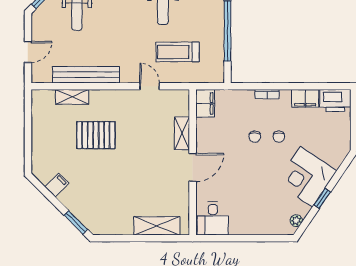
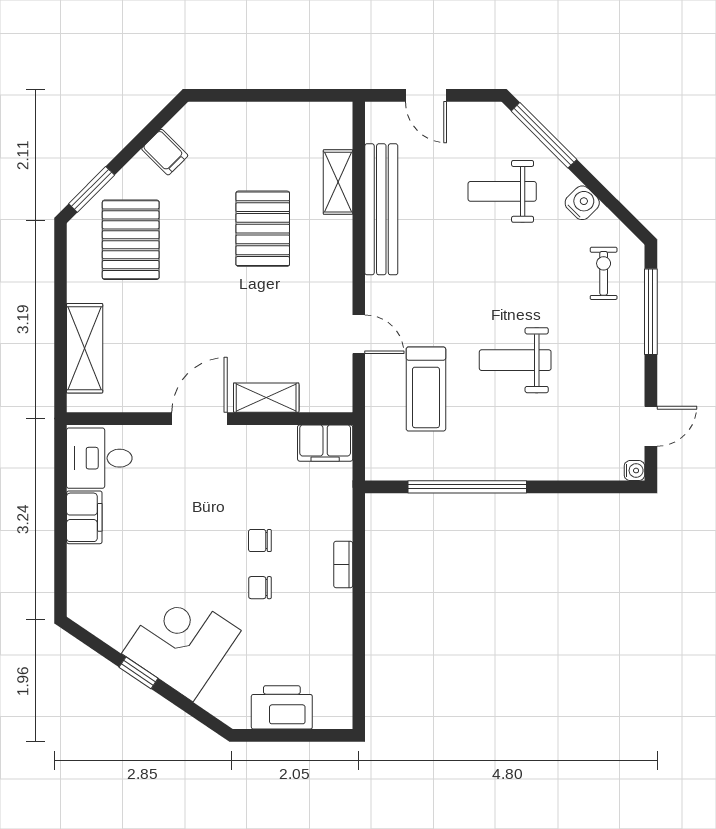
treadmill: (178, 52) -> (426, 389), turned 180
door: (150, 86) -> (359, 334), hinge flipped
filing cabinet: (305, 98) -> (84, 517), moved, turned 180
printer: (335, 101) -> (282, 707), moved, turned 90
door: (193, 167) -> (199, 419), swing flipped
pallet: (102, 202) -> (131, 240), added
plant: (296, 221) -> (95, 622), removed

